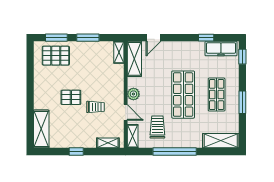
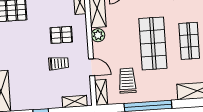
plant: (133, 94) -> (98, 35), moved
pallet: (71, 97) -> (61, 35), moved

